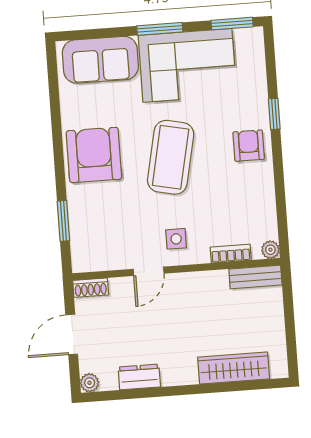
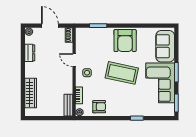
armchair: (249, 146) -> (99, 107), moved
armchair: (94, 155) -> (125, 41), turned 90

